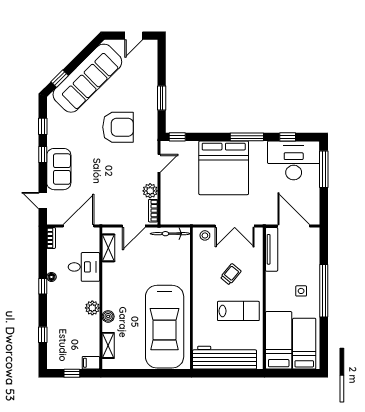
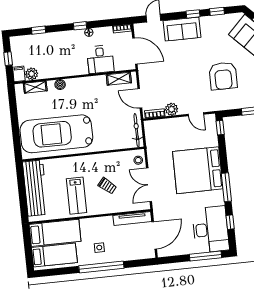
plant: (92, 308) -> (32, 74), moved

